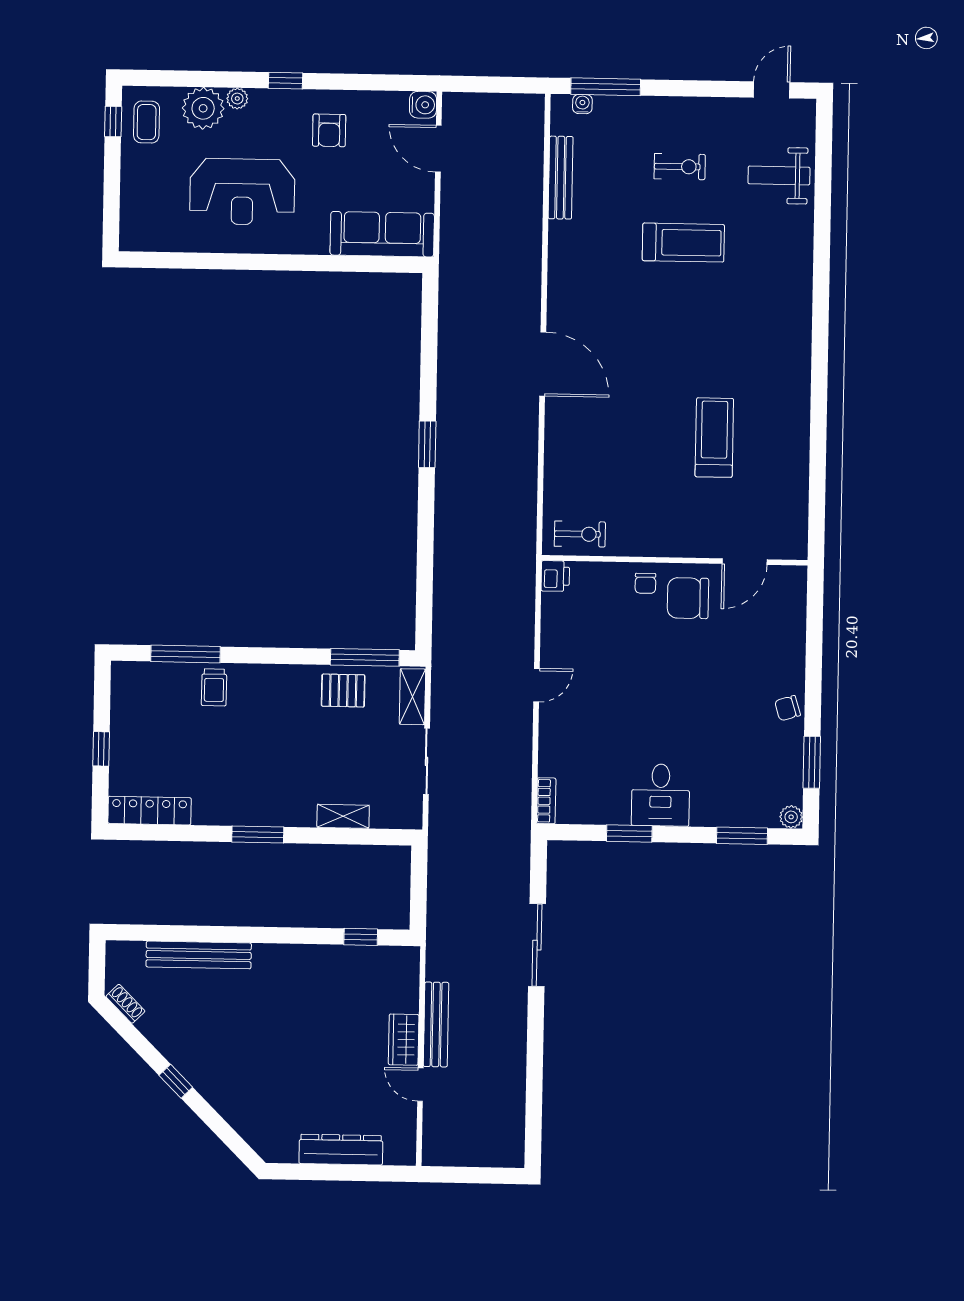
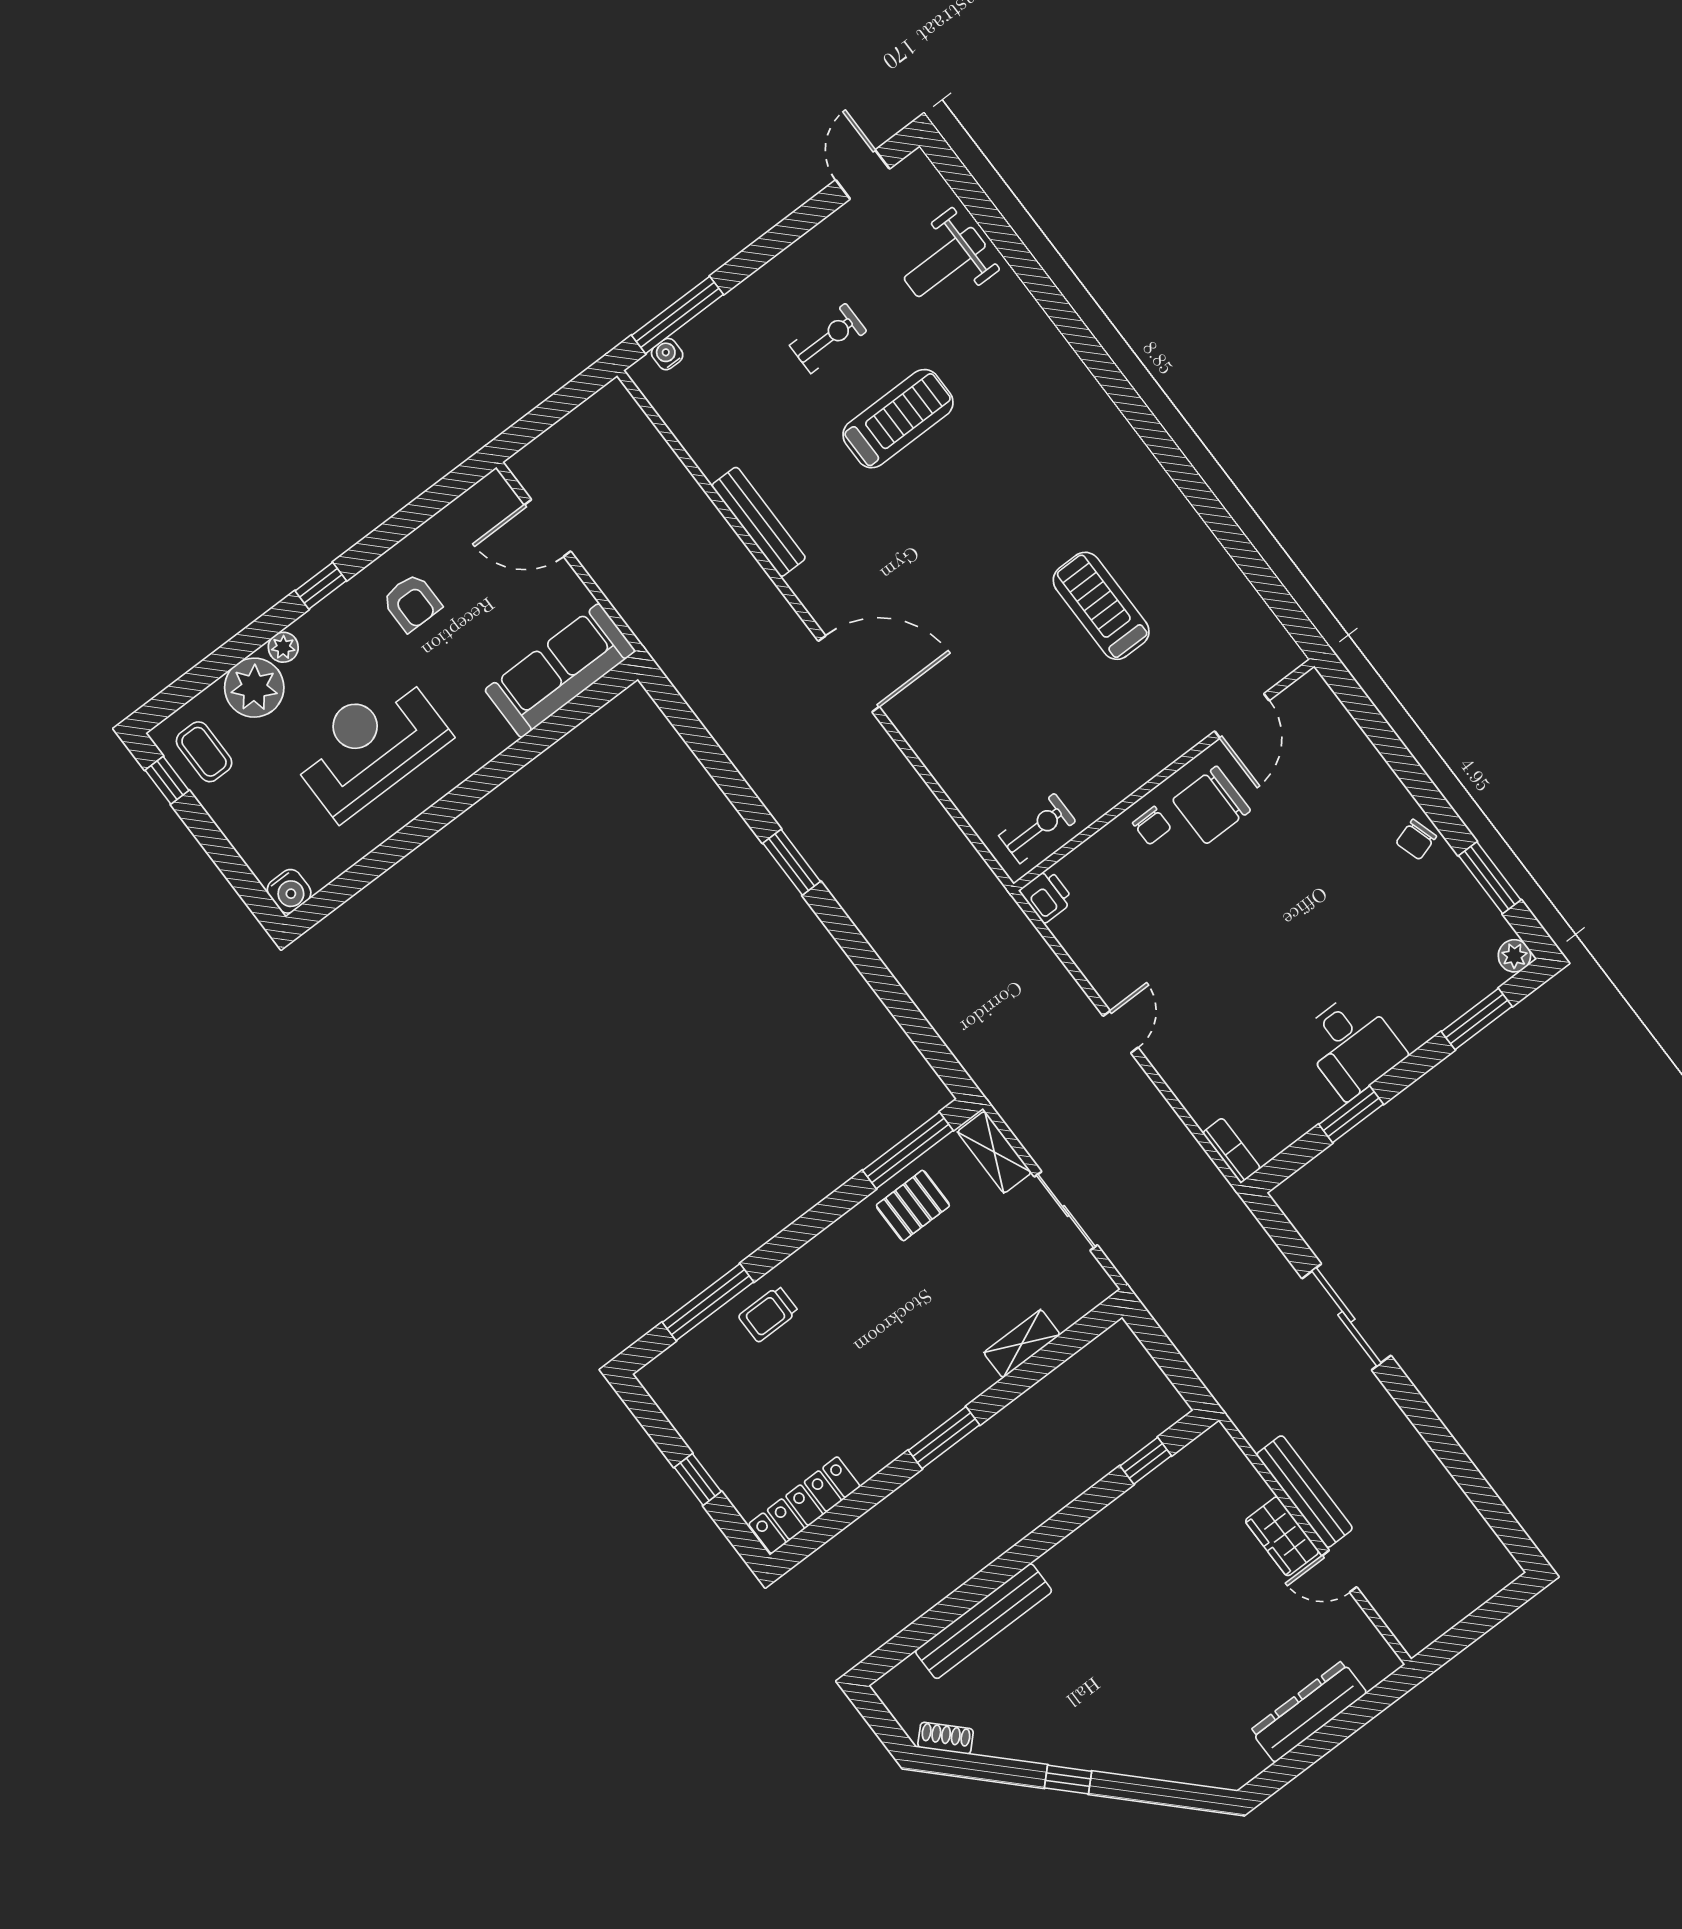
water cooler: (423, 105) -> (289, 891), moved, turned 90
bench: (561, 178) -> (759, 522), moved
reception desk: (242, 192) -> (370, 745), turned 180
trolley: (214, 687) -> (768, 1314), turned 90

